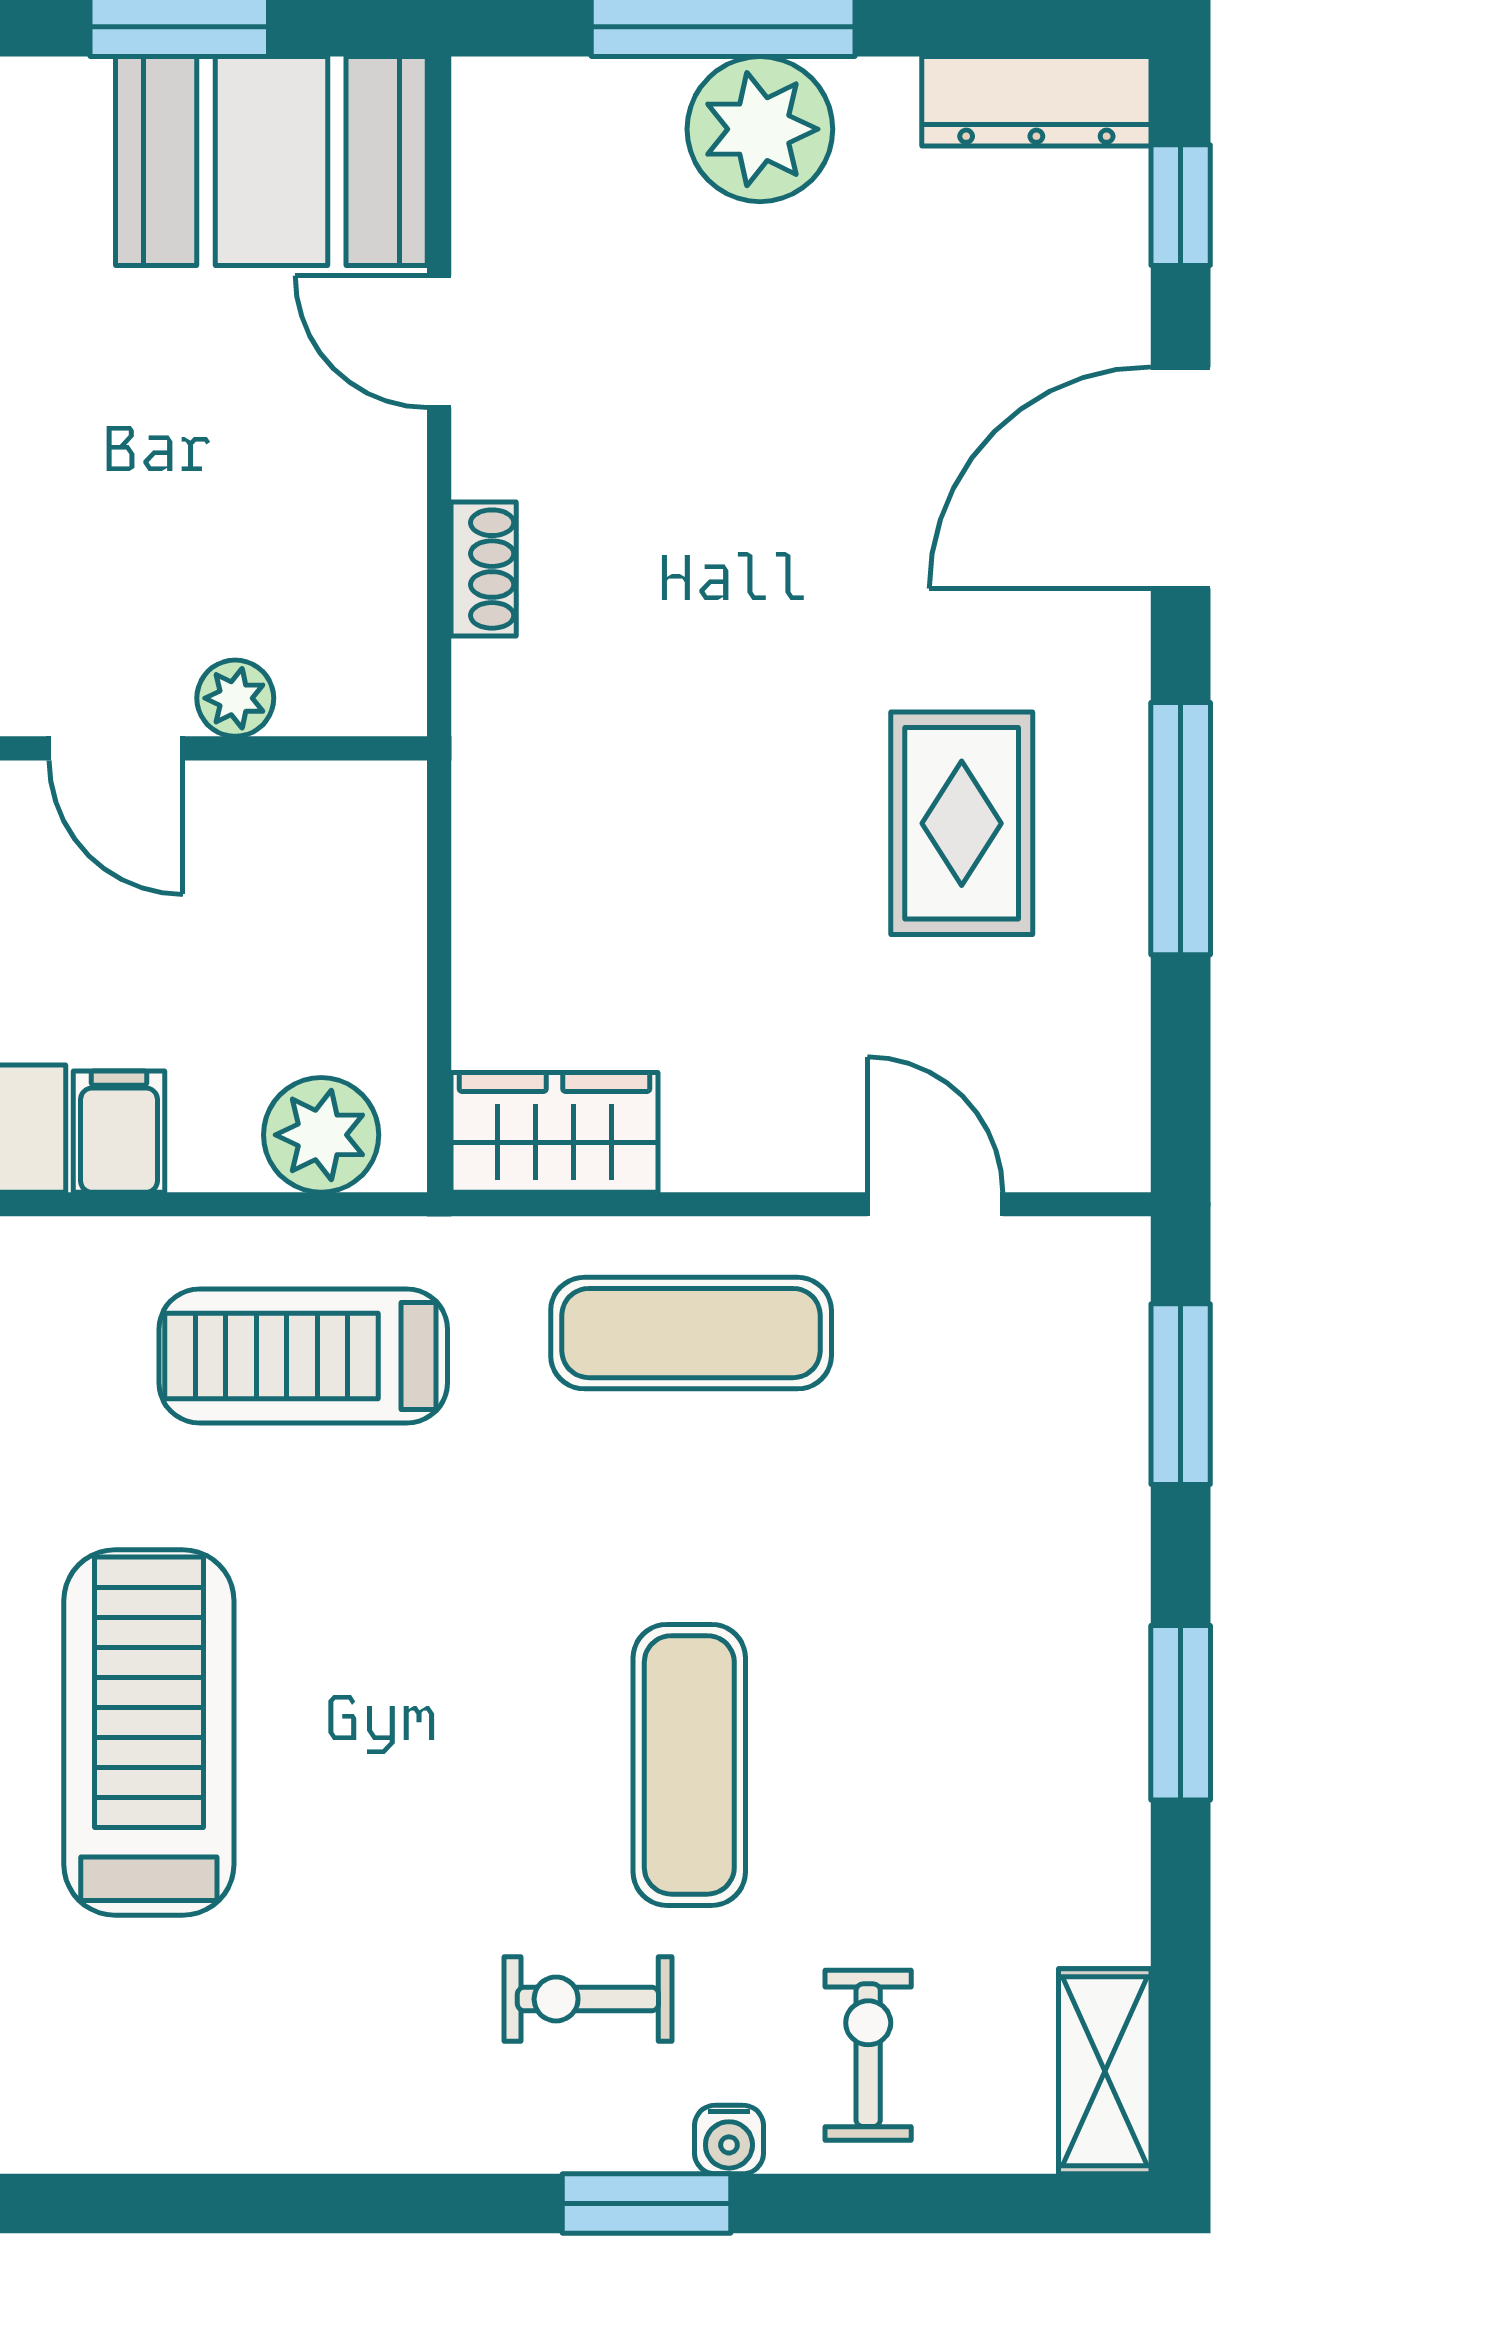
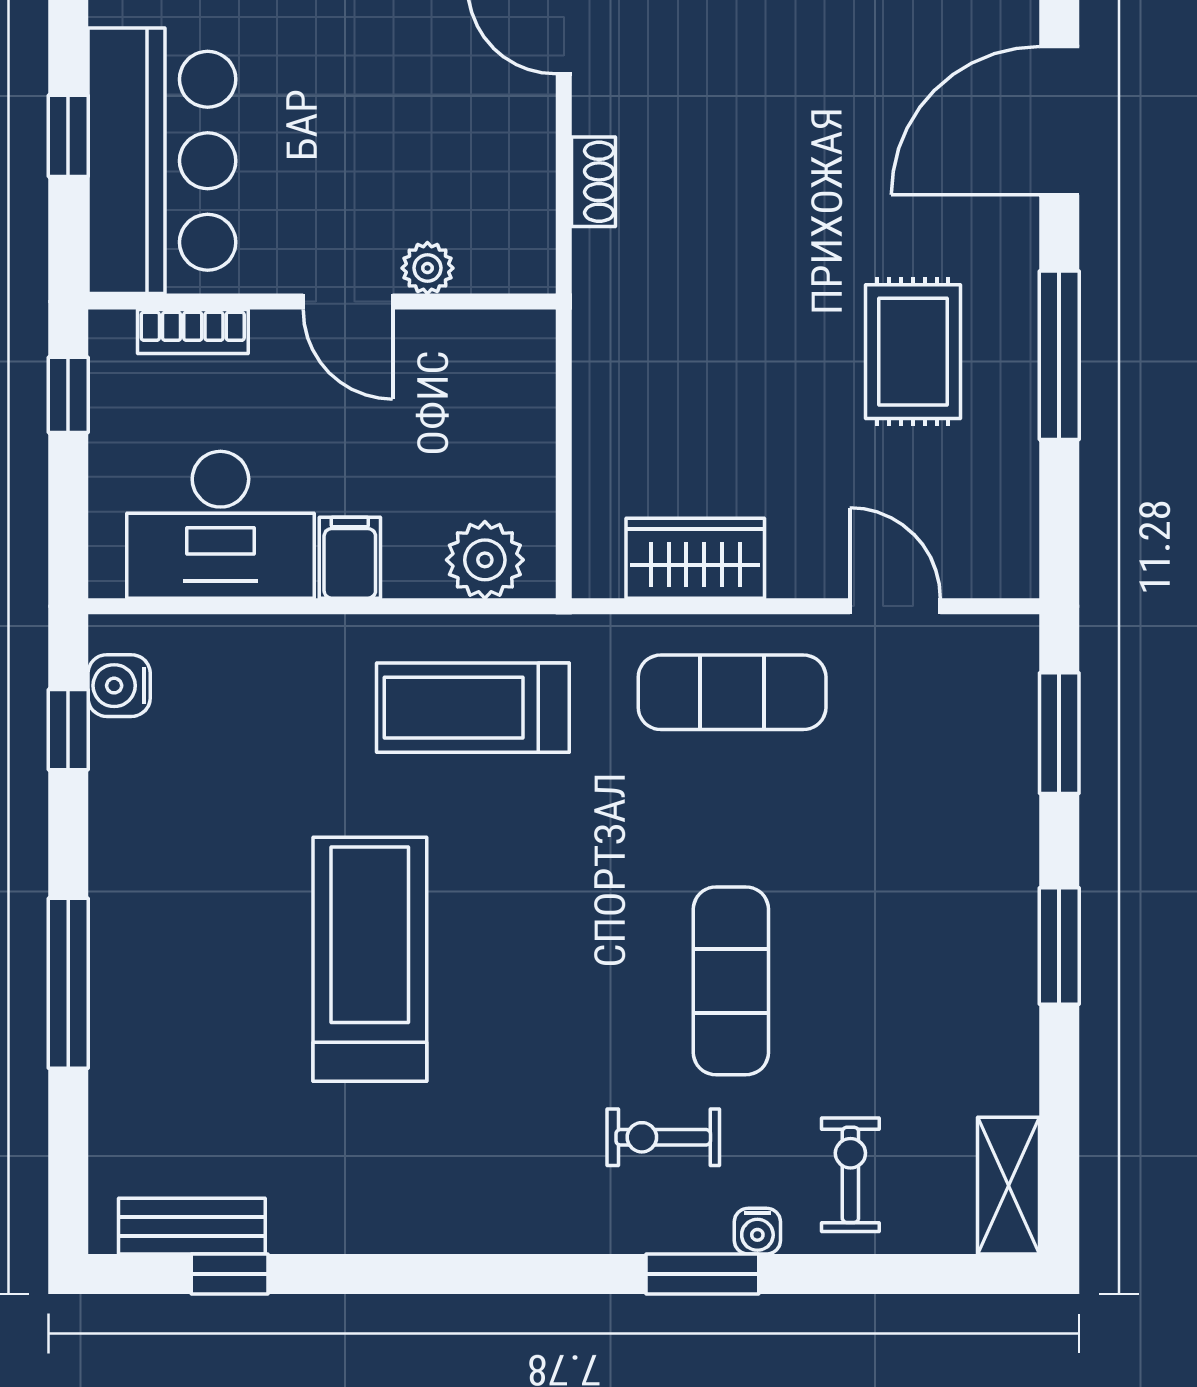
wardrobe: (554, 1132) -> (695, 558), moved

